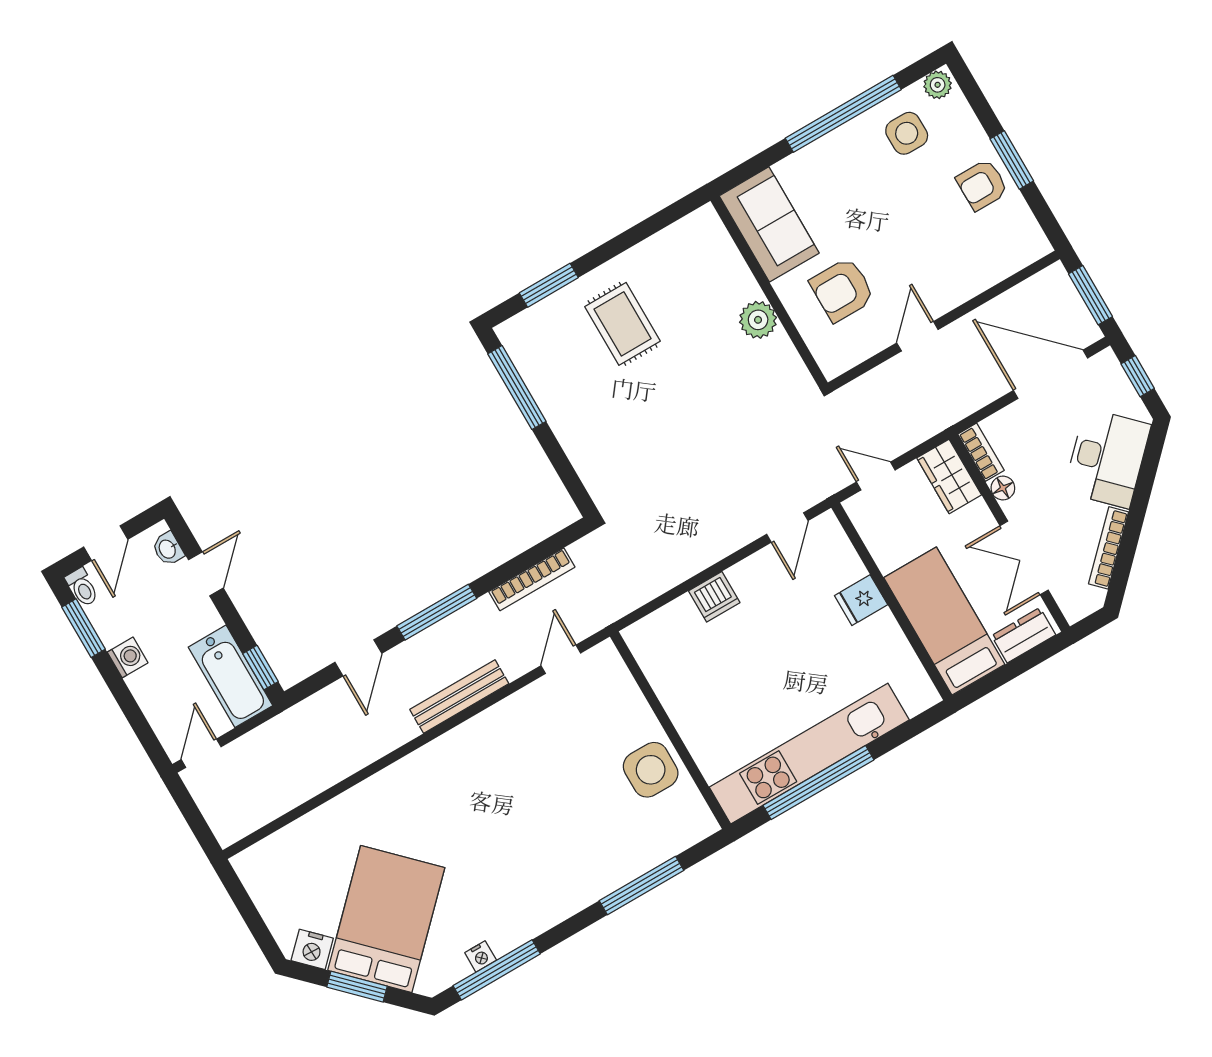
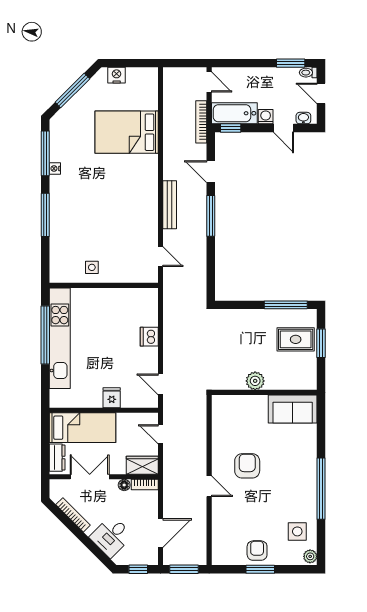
window: (843, 114) -> (321, 489), moved
sofa: (769, 224) -> (293, 409), moved
wall: (769, 292) -> (264, 392), moved
plant: (758, 320) -> (255, 381), moved
rug: (623, 324) -> (296, 339), moved
door: (1050, 374) -> (160, 533), width x0.73
desk: (1107, 458) -> (111, 536), width x0.73
door: (876, 476) -> (160, 434), swing flipped
bookcase: (532, 579) -> (201, 122), moved
washing machine: (128, 657) -> (266, 117), moved, turned 180
side table: (651, 770) -> (92, 267), width x0.54, depth x0.54
window: (641, 886) -> (45, 215), moved
bed: (386, 919) -> (127, 132), moved, turned 135
nightstand: (312, 949) -> (117, 75), moved, turned 45
nightstand: (481, 956) -> (55, 168), moved
window: (357, 987) -> (72, 90), width x1.44

